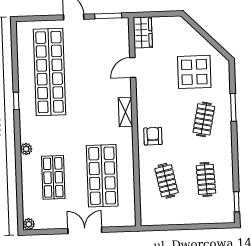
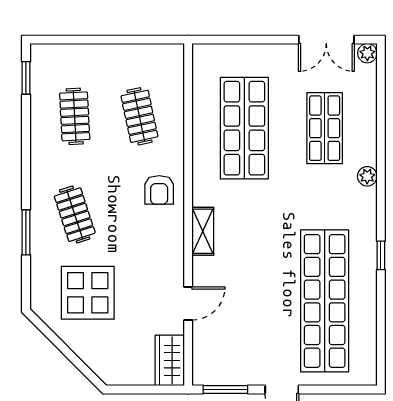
clothes rail: (204, 119) -> (75, 215), turned -30
double door: (85, 230) -> (326, 40), moved

